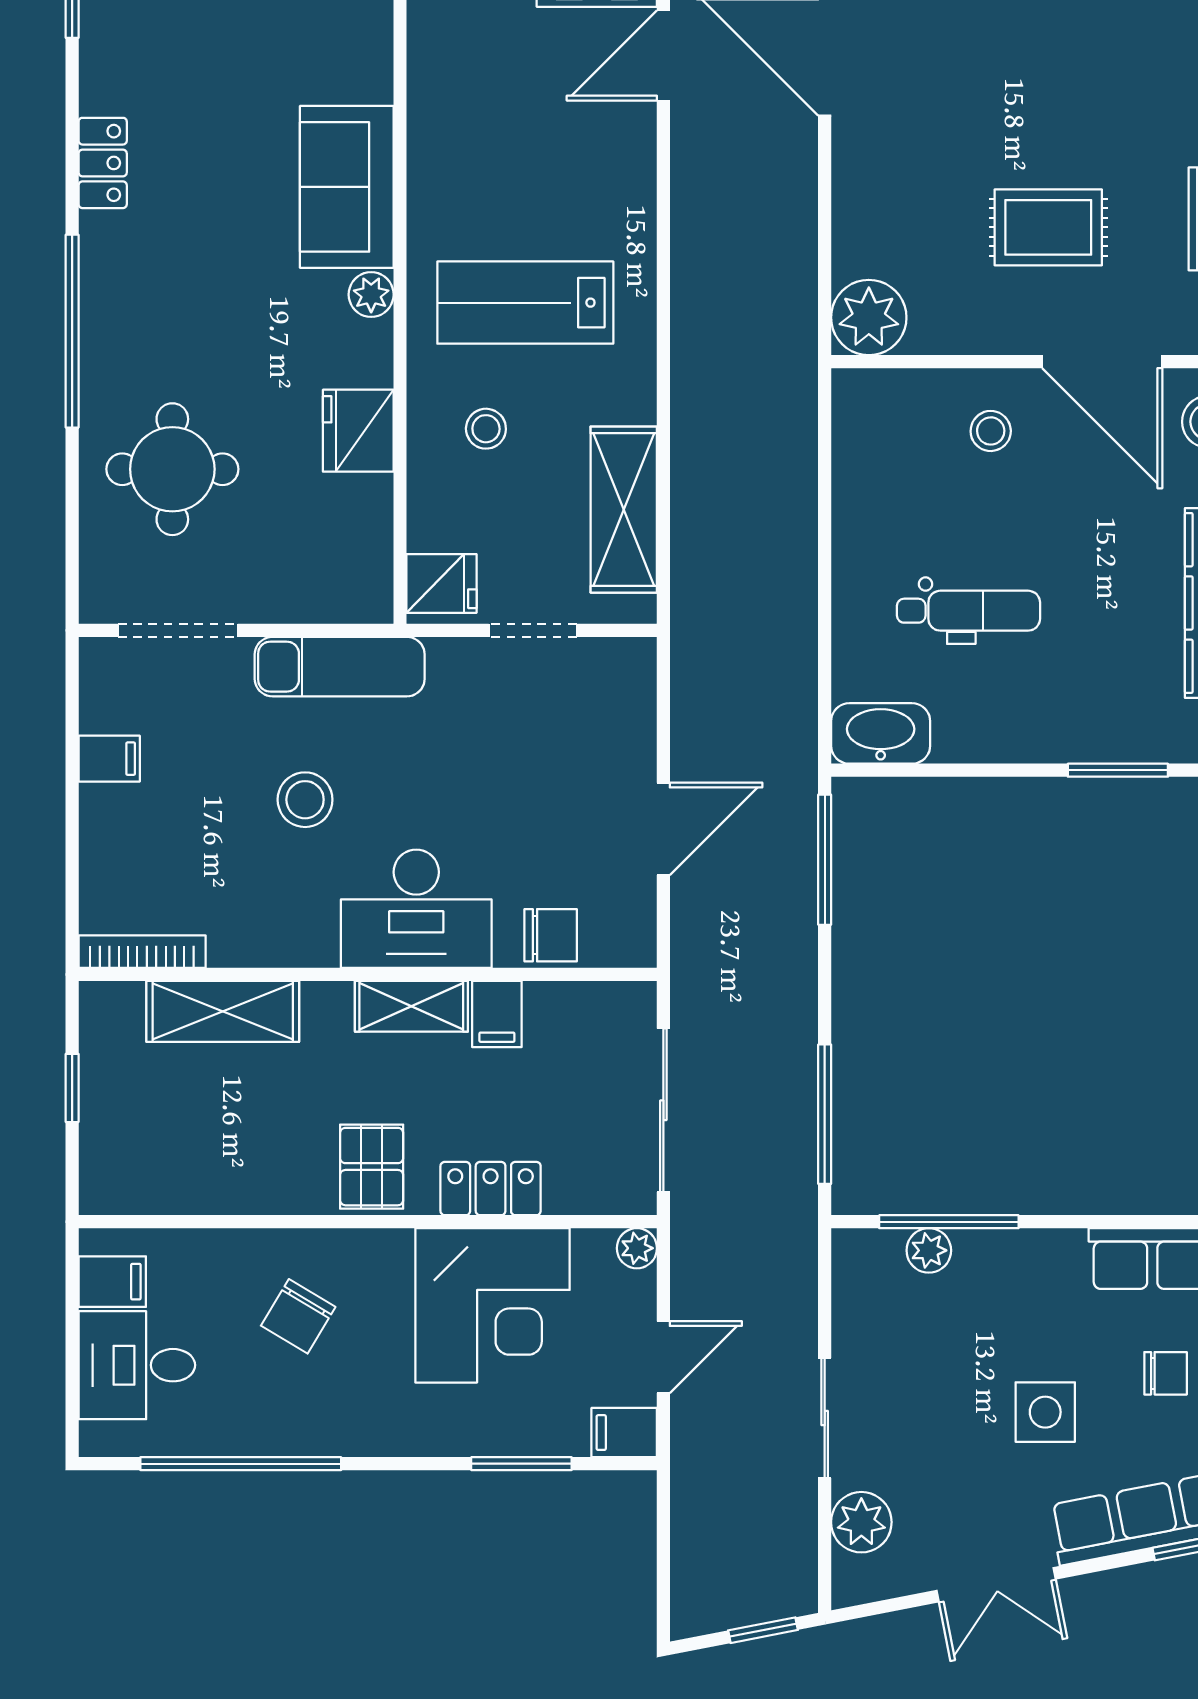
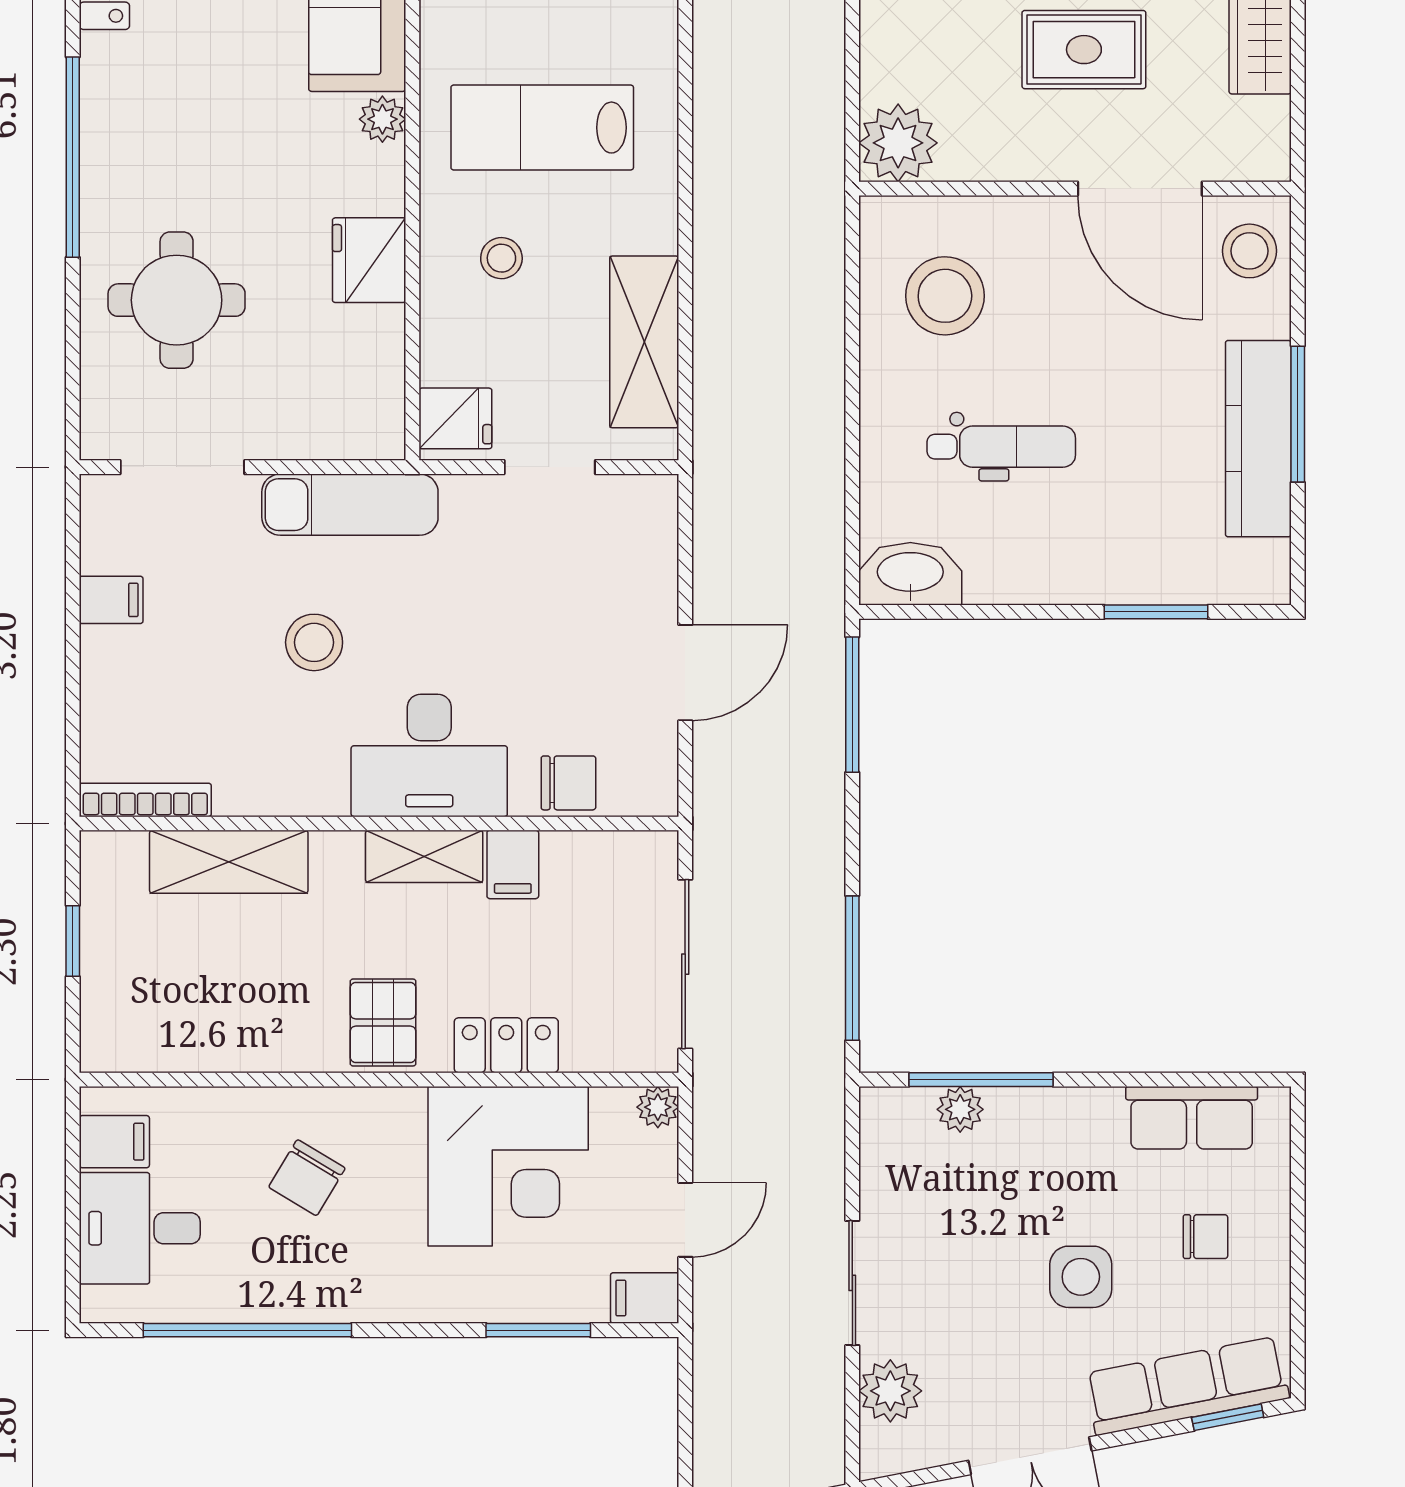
stool: (991, 431) -> (945, 296), moved, width x1.89, depth x1.89

